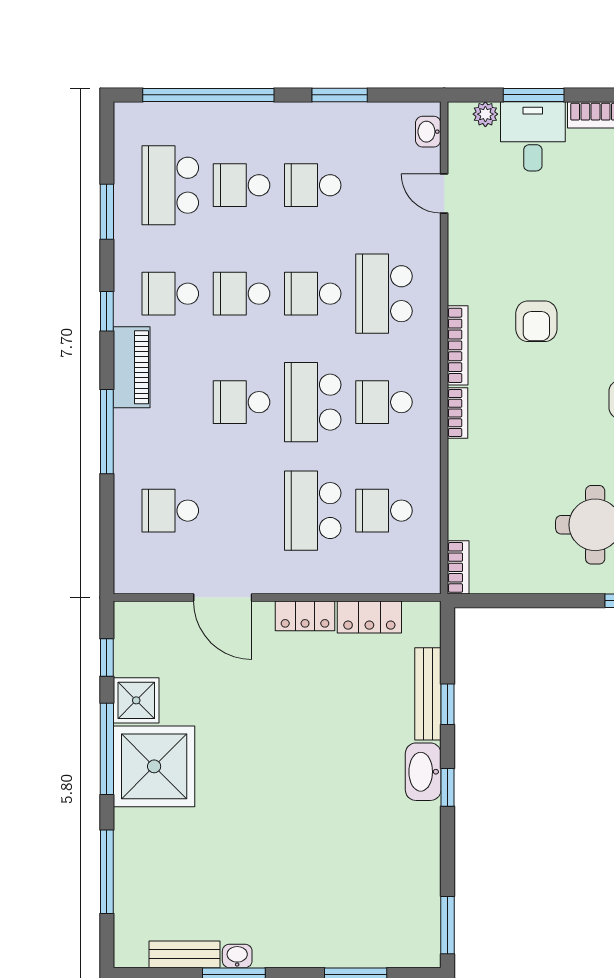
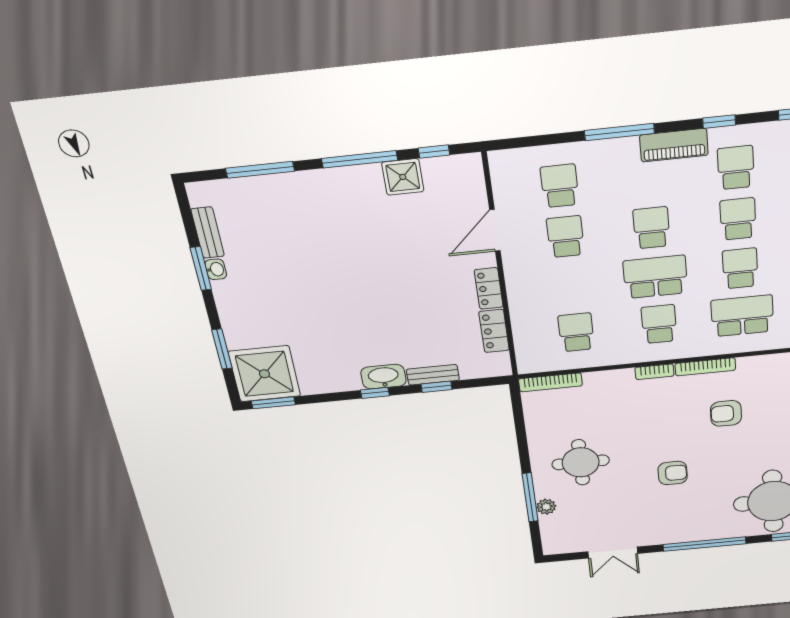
school desk: (313, 511) -> (565, 237), moved, width x0.54
bookcase: (458, 567) -> (550, 382), width x1.56
bench: (428, 694) -> (433, 375), width x0.73
shower: (154, 766) -> (264, 374), moved

